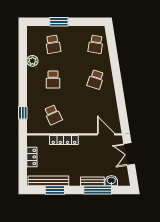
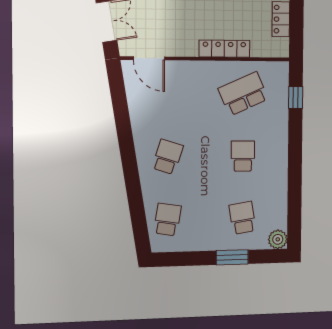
plant: (32, 61) -> (278, 239), moved
school desk: (53, 115) -> (243, 94), width x1.85

